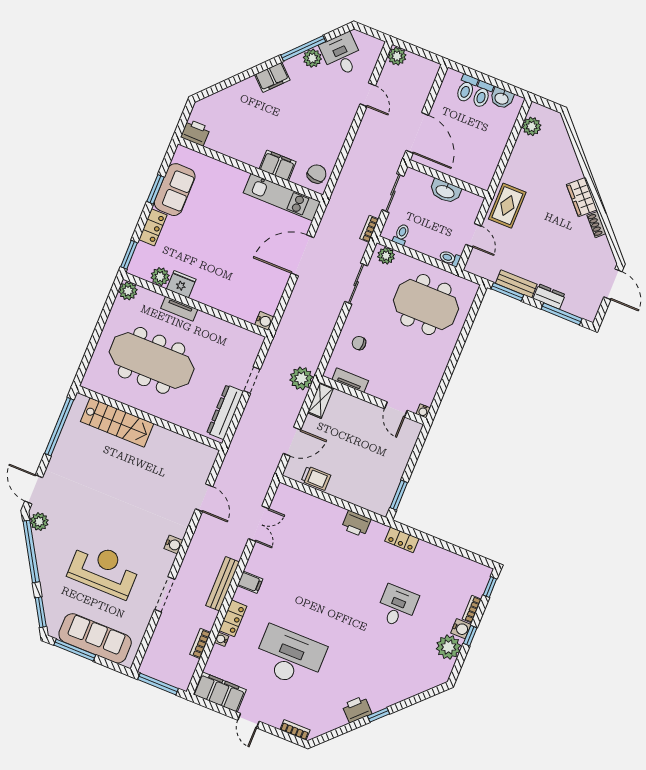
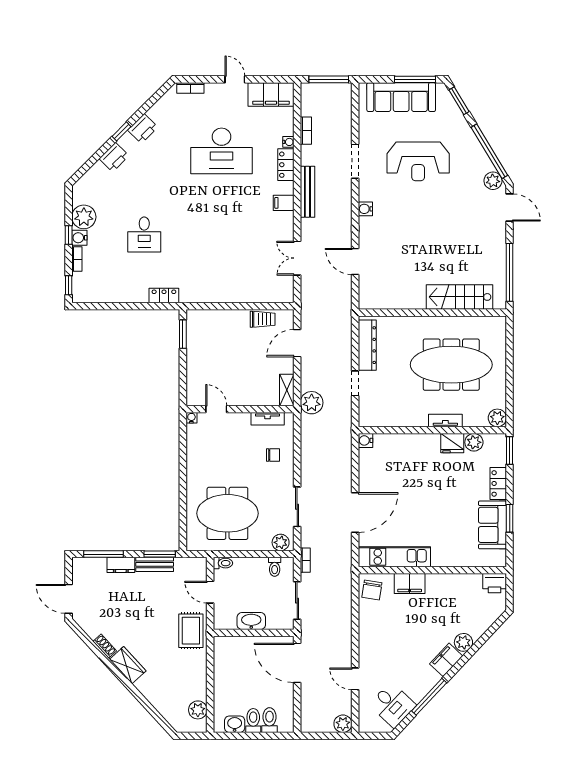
plant: (312, 58) -> (463, 642), moved
trolley: (316, 478) -> (263, 319), turned 180
printer: (356, 524) -> (114, 157), moved, turned 135

